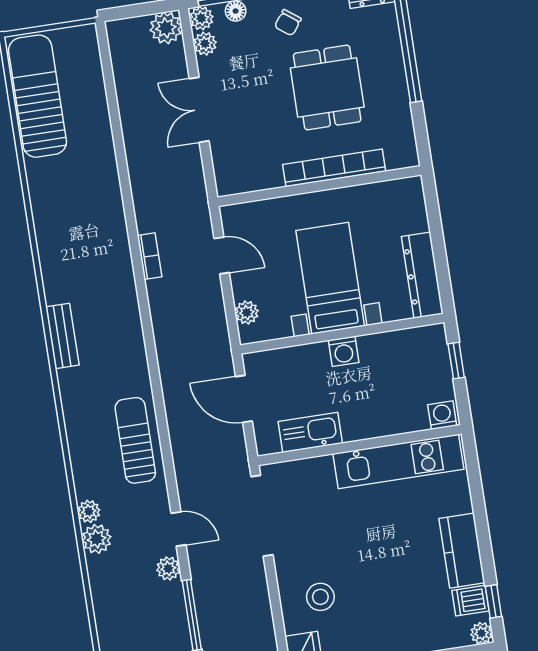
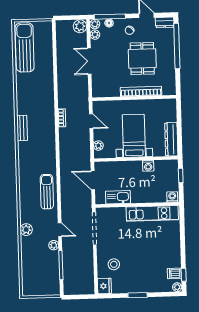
bench: (62, 336) -> (22, 128), moved
washing machine: (344, 351) -> (148, 166), moved
plant: (89, 511) -> (24, 218), removed
kitchen counter: (462, 551) -> (173, 253), removed

